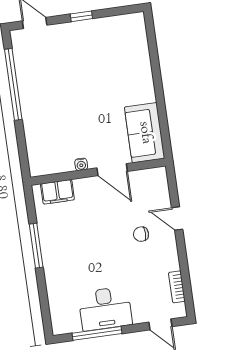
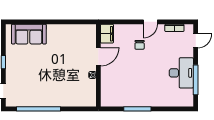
sofa: (145, 133) -> (29, 34), moved
filing cabinet: (57, 192) -> (107, 34), moved
door: (177, 219) -> (150, 22), moved

